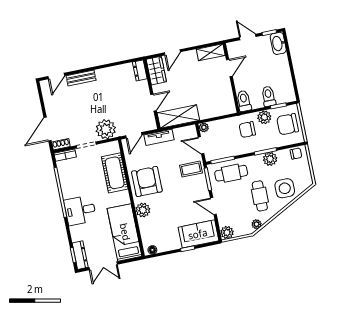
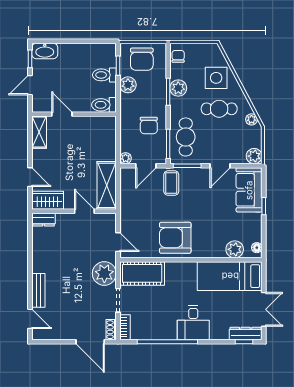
chair: (247, 130) -> (149, 126), moved
tv unit: (159, 137) -> (126, 213), removed
cot: (115, 173) -> (142, 273), moved
plant: (143, 210) -> (235, 249), moved

